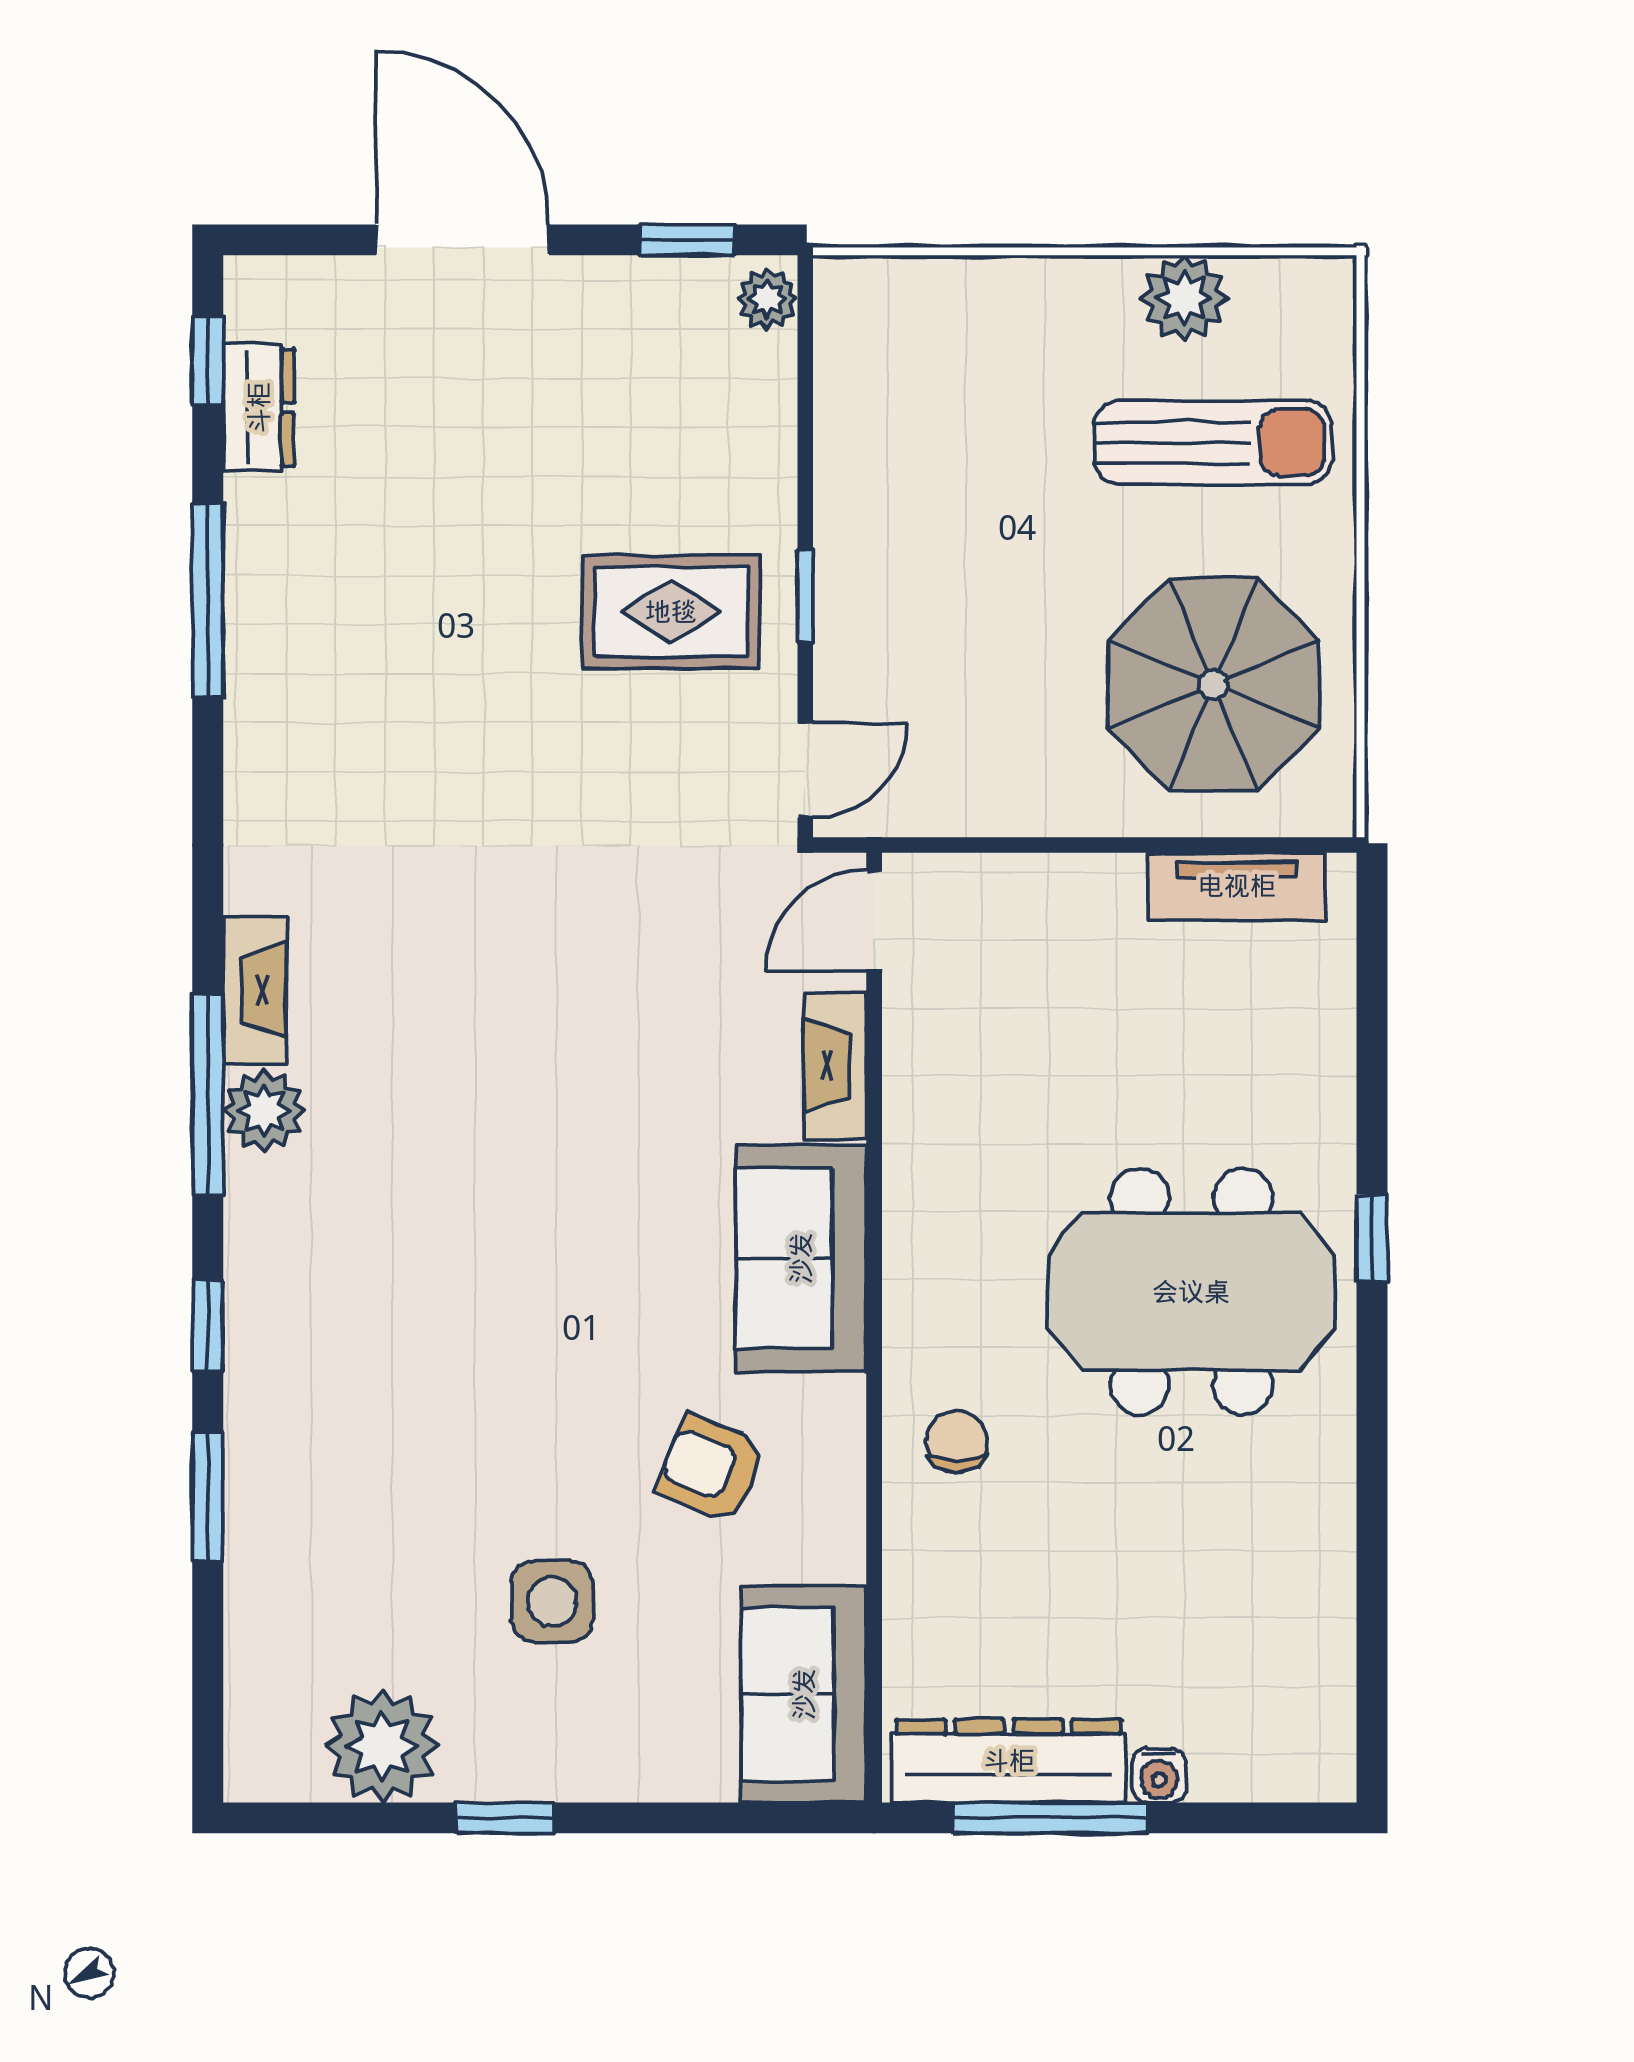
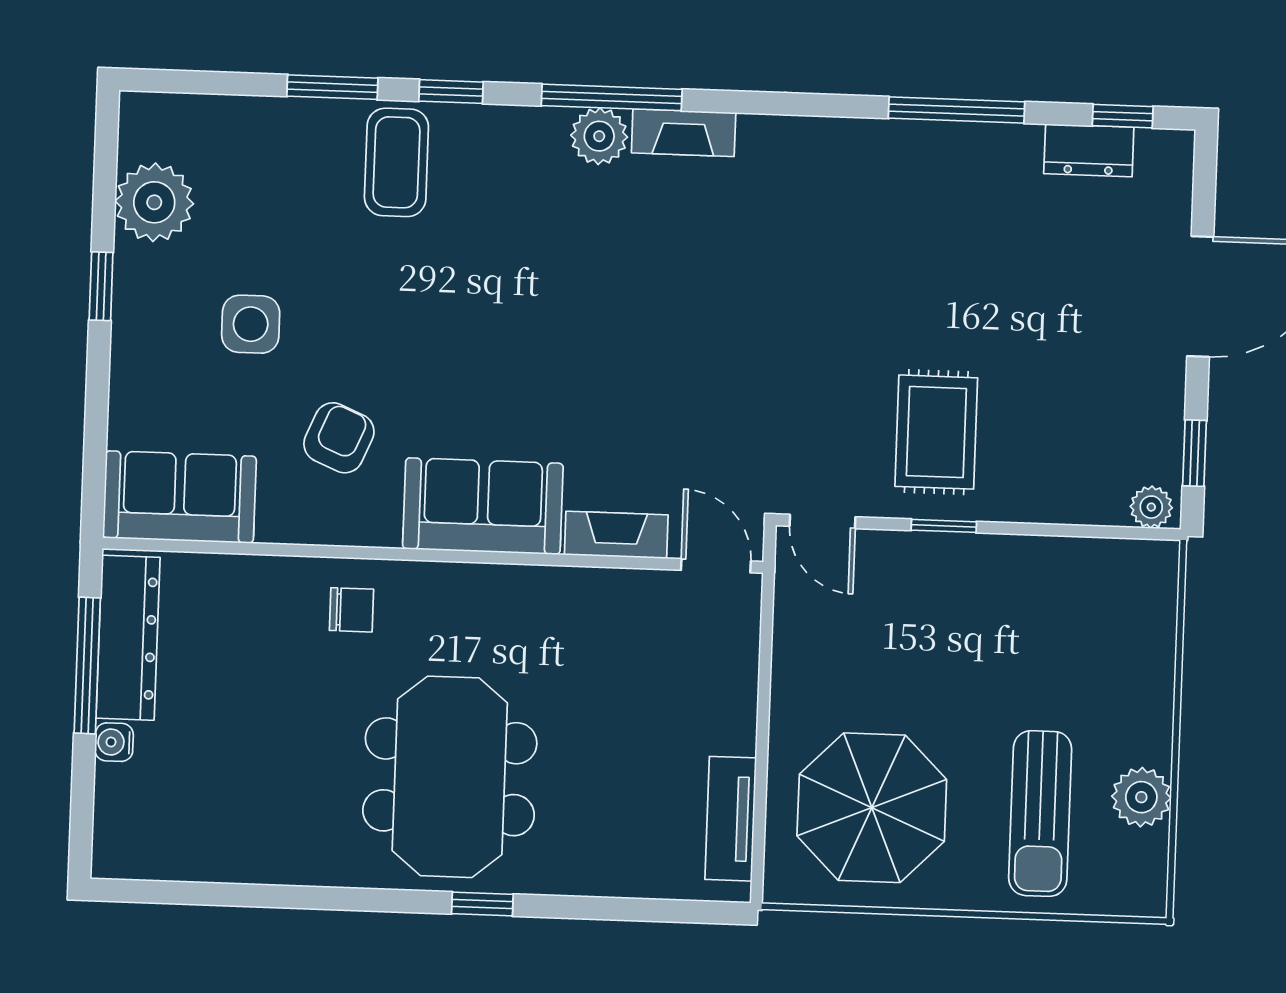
coffee table: (312, 1400) -> (396, 162), added

